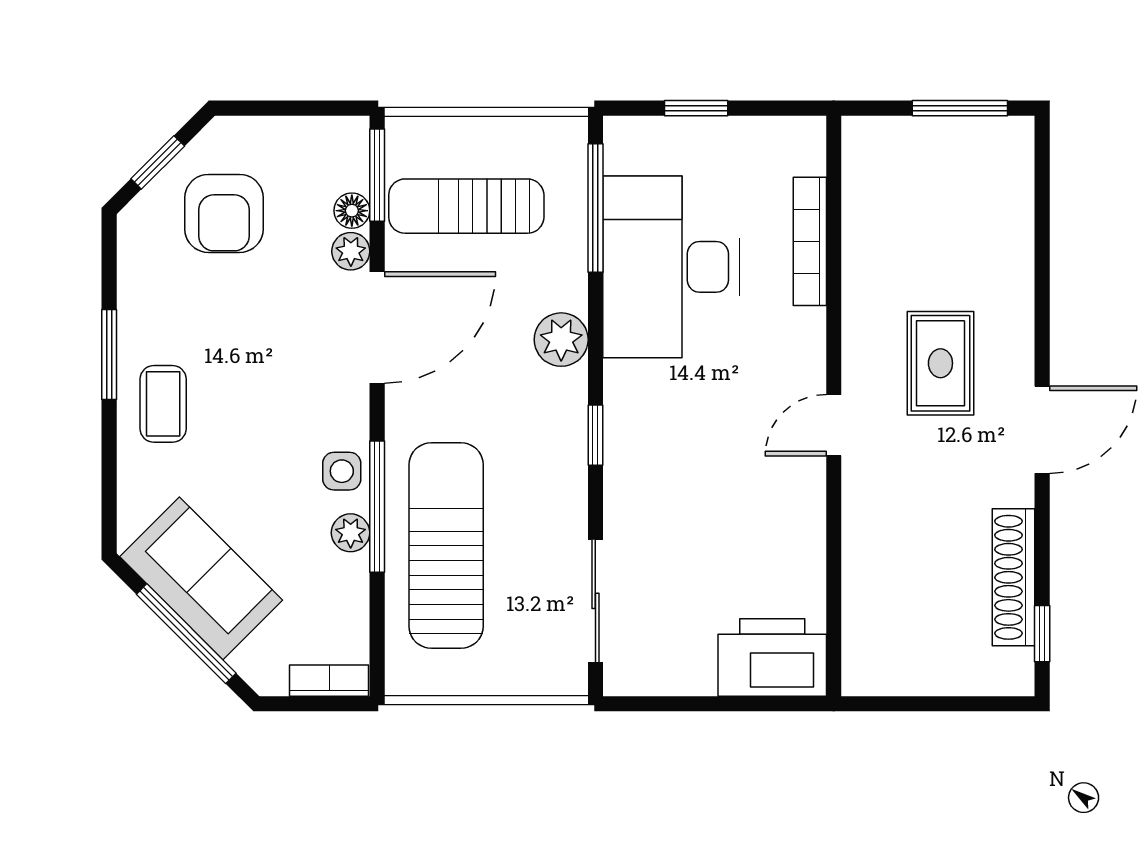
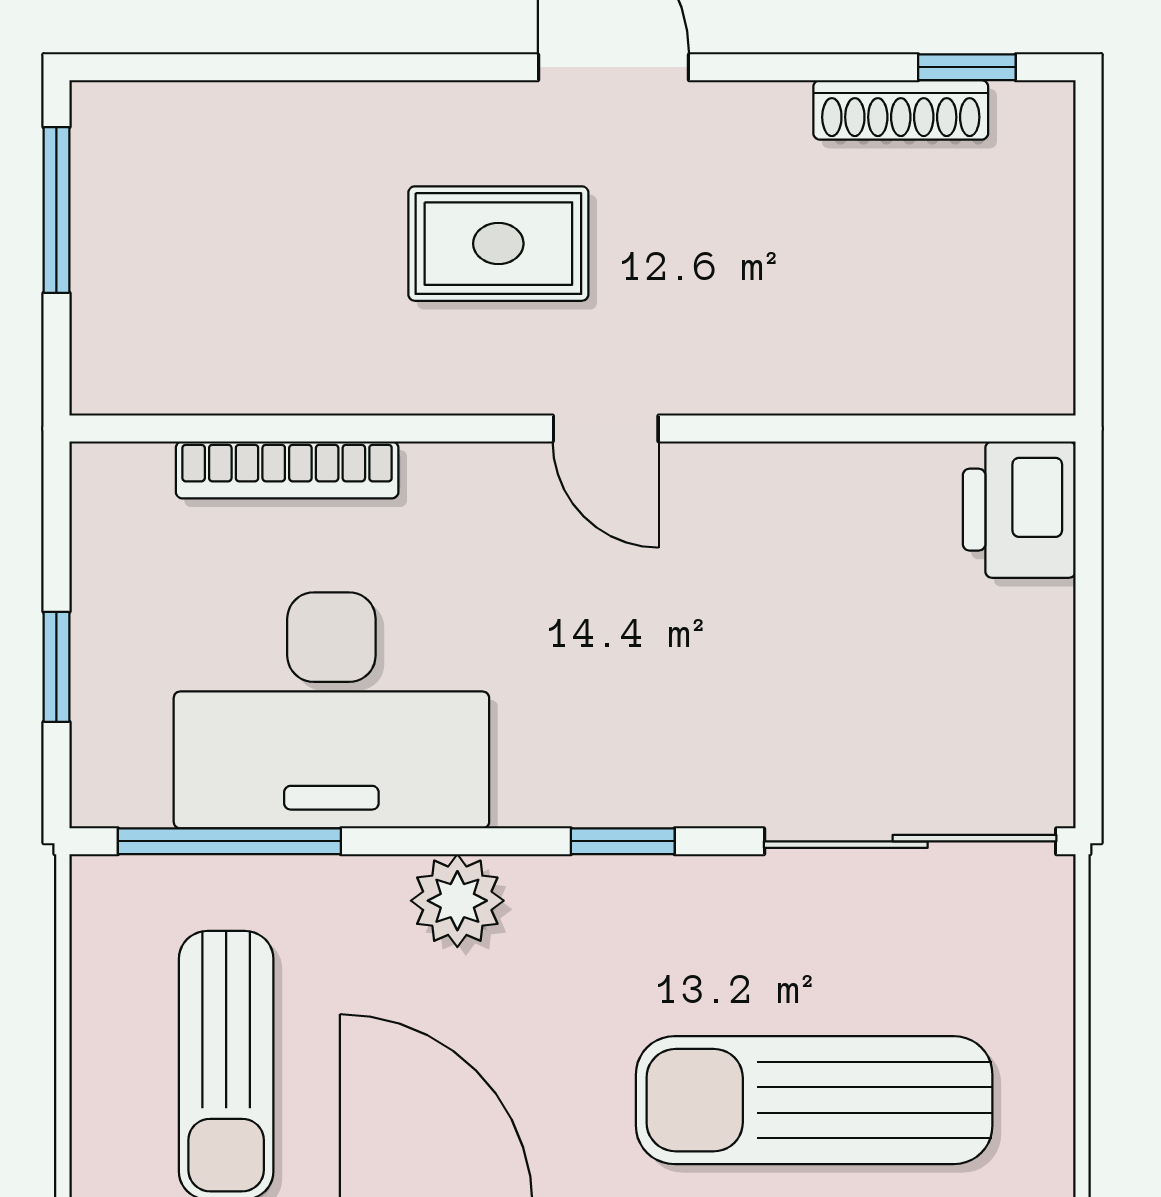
shoe rack: (1014, 577) -> (901, 110), width x0.74, depth x0.81
sliding door: (595, 601) -> (910, 841), width x1.37
printer: (772, 658) -> (1019, 510), width x0.73, depth x0.84

